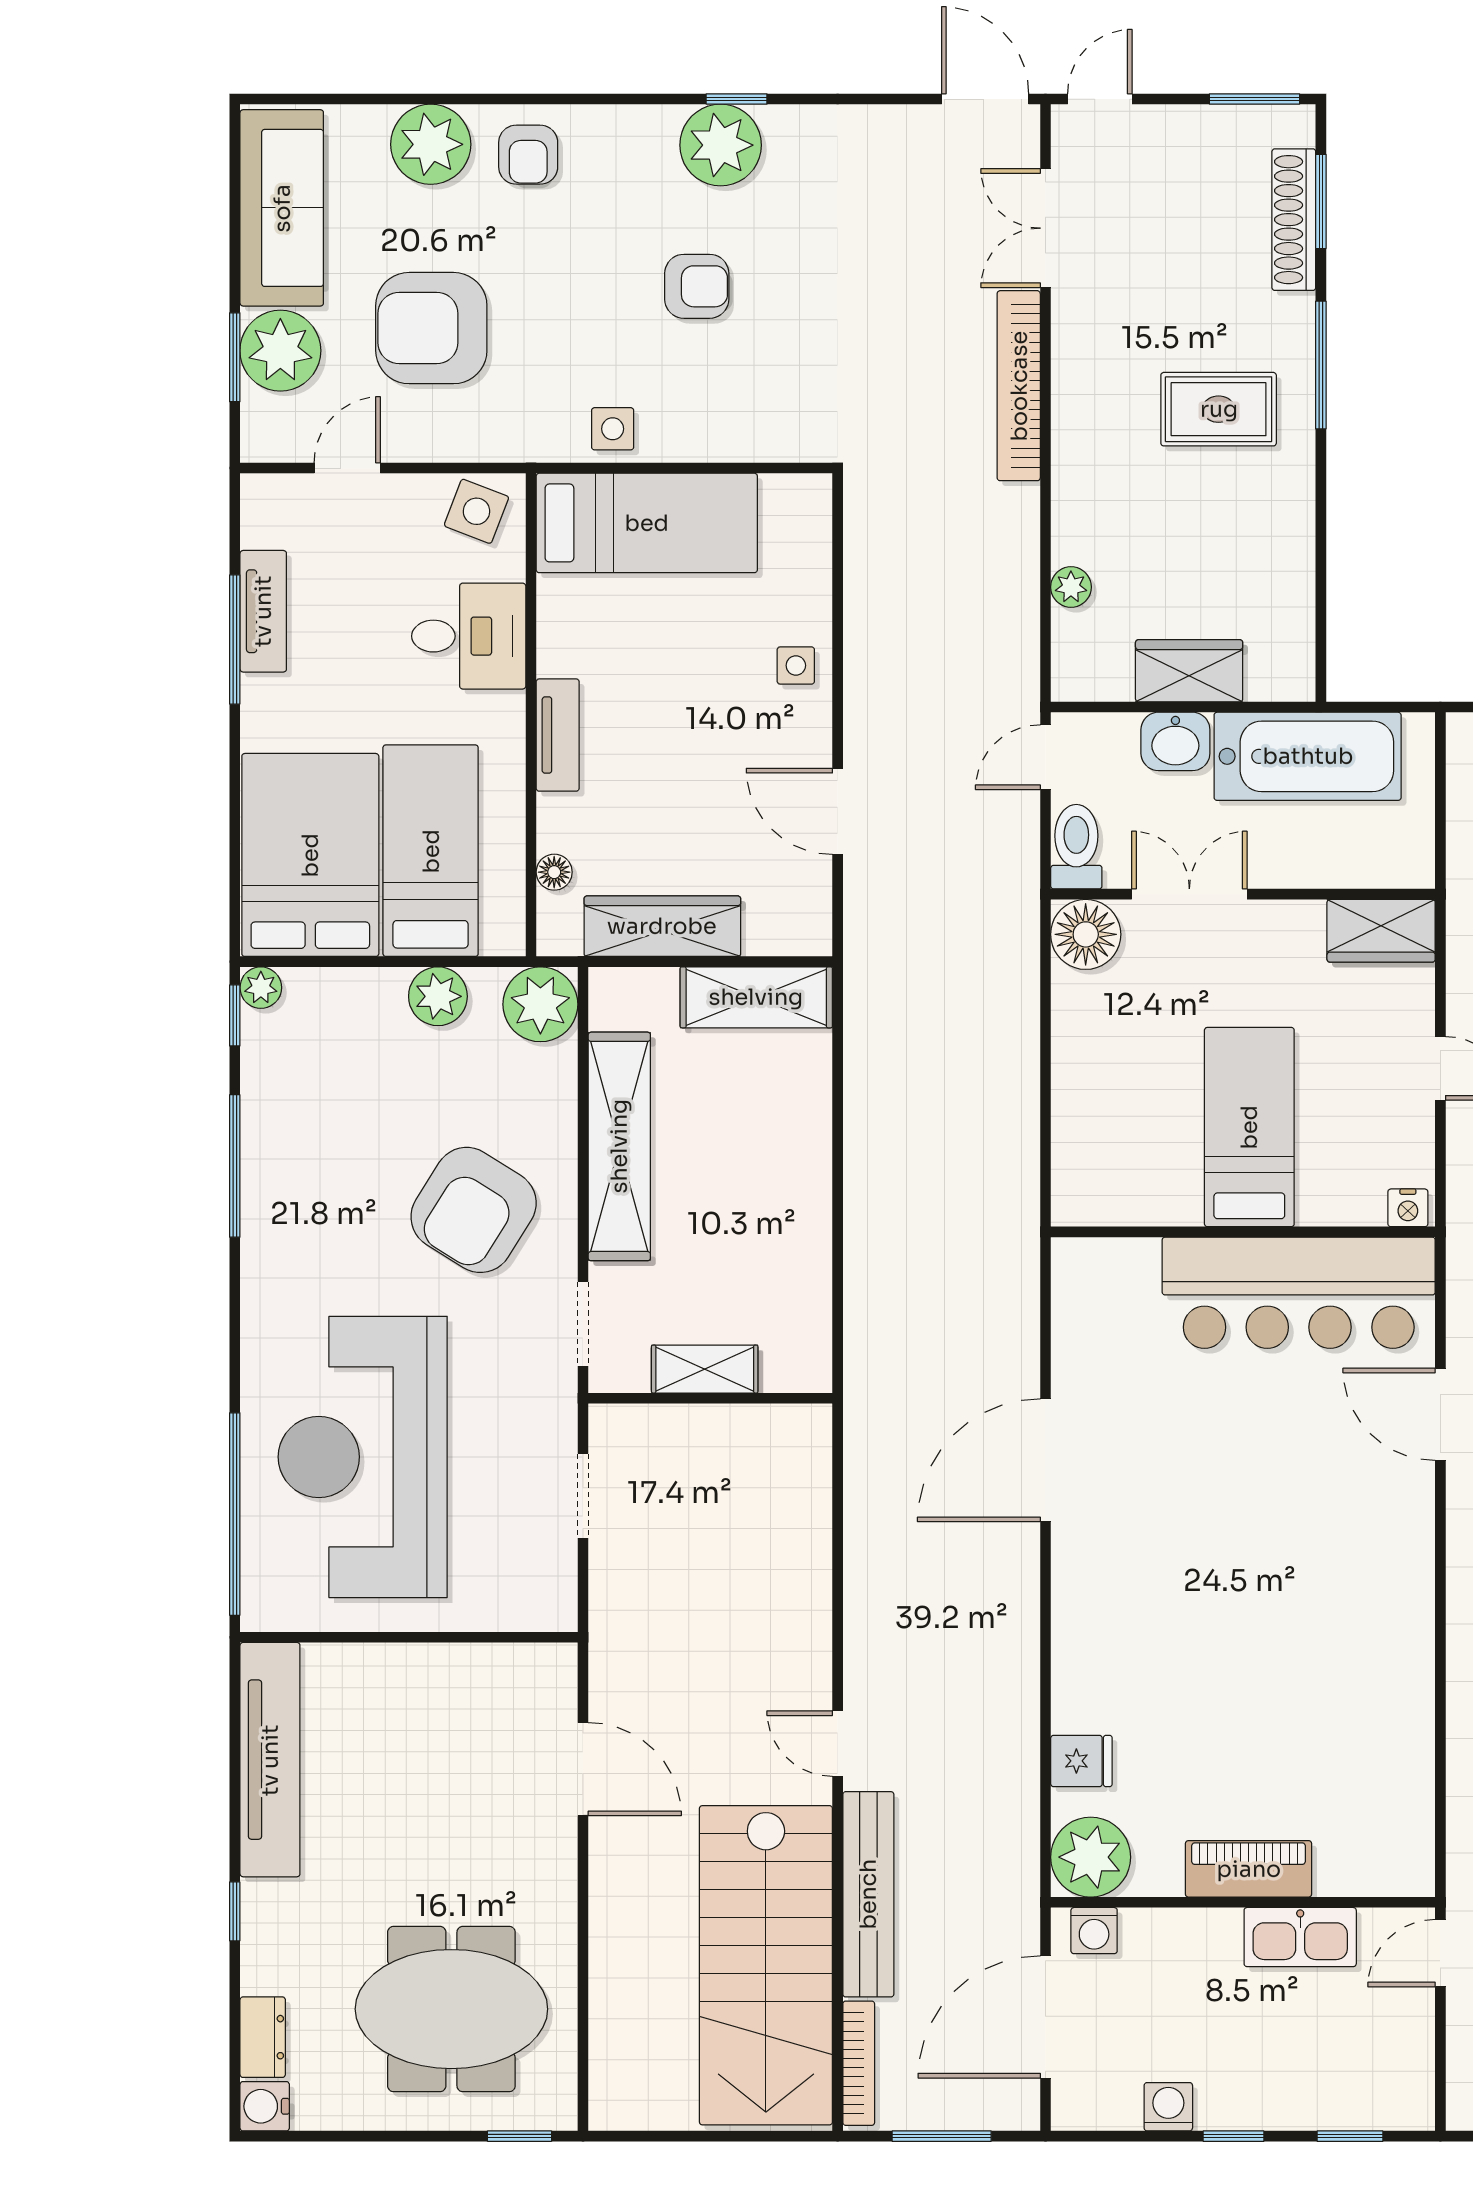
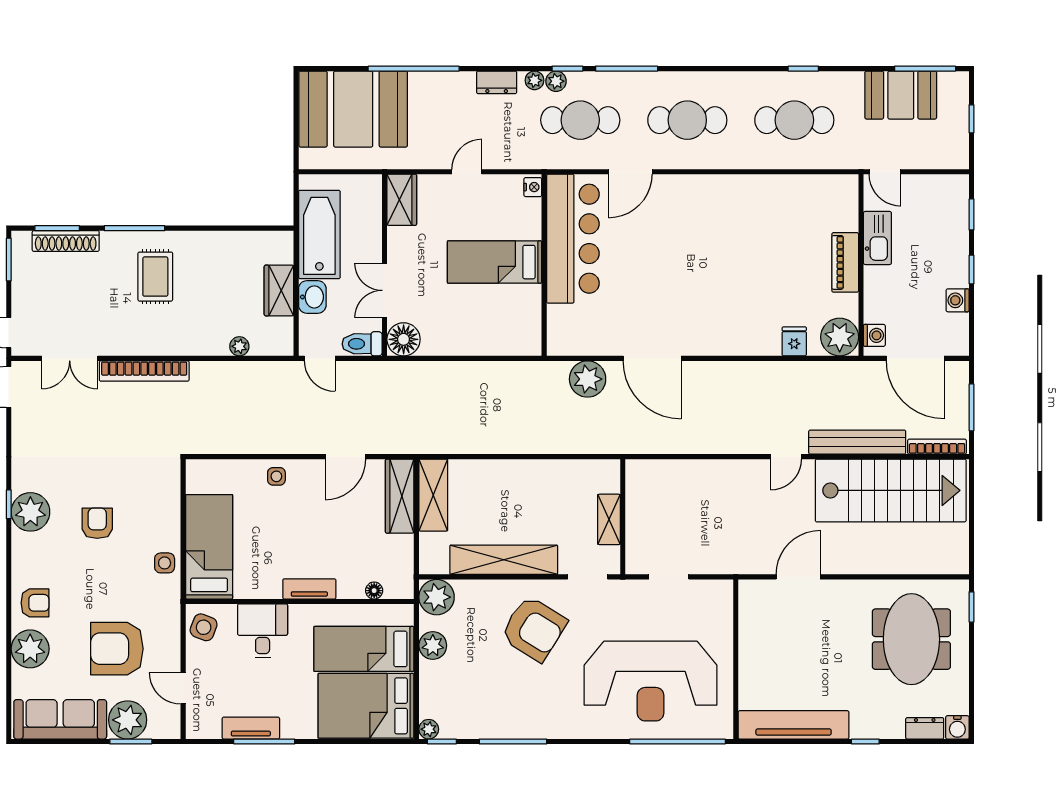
armchair: (431, 328) -> (117, 649), turned 90
wardrobe: (662, 926) -> (400, 496), moved
plant: (1002, 1324) -> (588, 379), added

